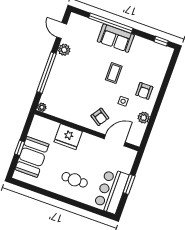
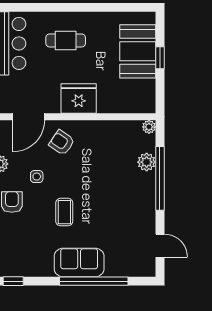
plant: (64, 50) -> (147, 162), moved
fridge: (68, 137) -> (79, 98), moved

